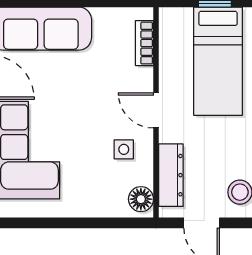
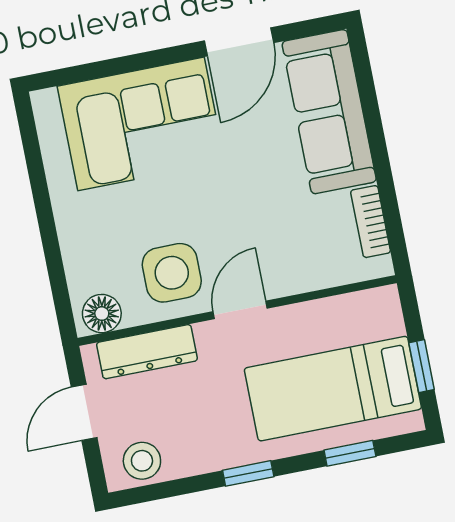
bookcase: (144, 43) -> (371, 222), moved, turned -90
side table: (124, 149) -> (172, 273), width x1.87, depth x1.87

